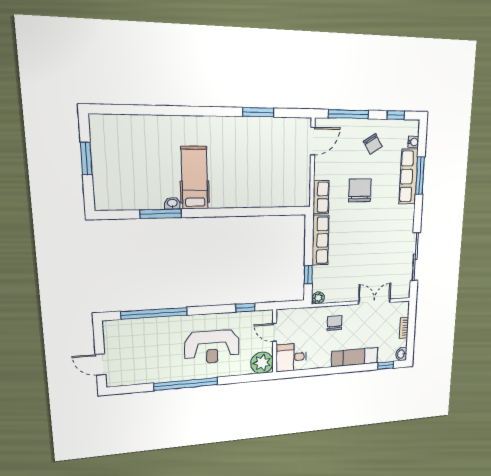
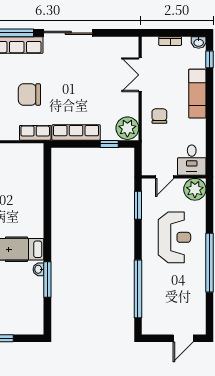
sliding door: (415, 257) -> (68, 33), moved
plant: (318, 298) -> (127, 128), width x1.87, depth x1.87
window: (245, 308) -> (138, 205), width x1.50
chair: (335, 323) -> (159, 116), turned 90

